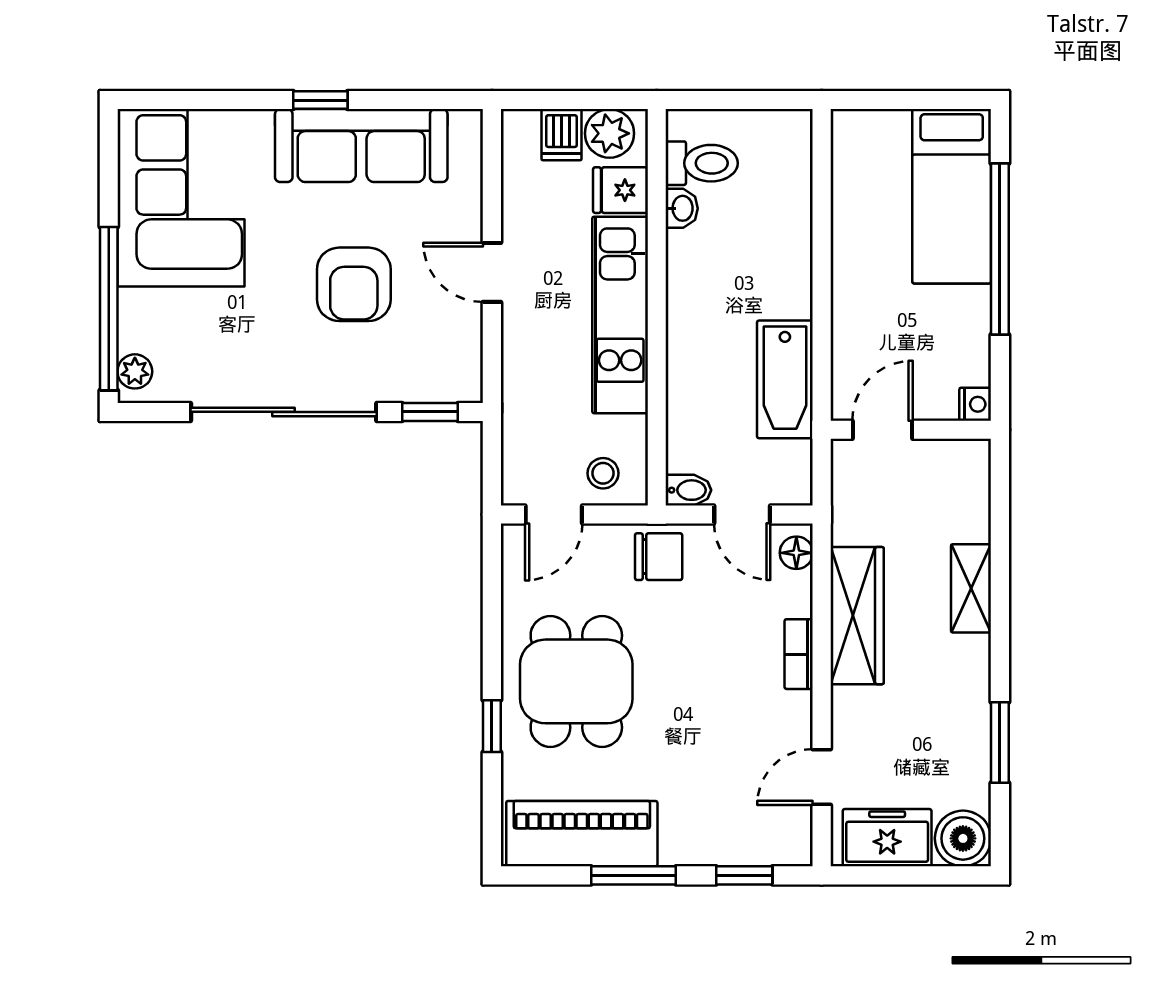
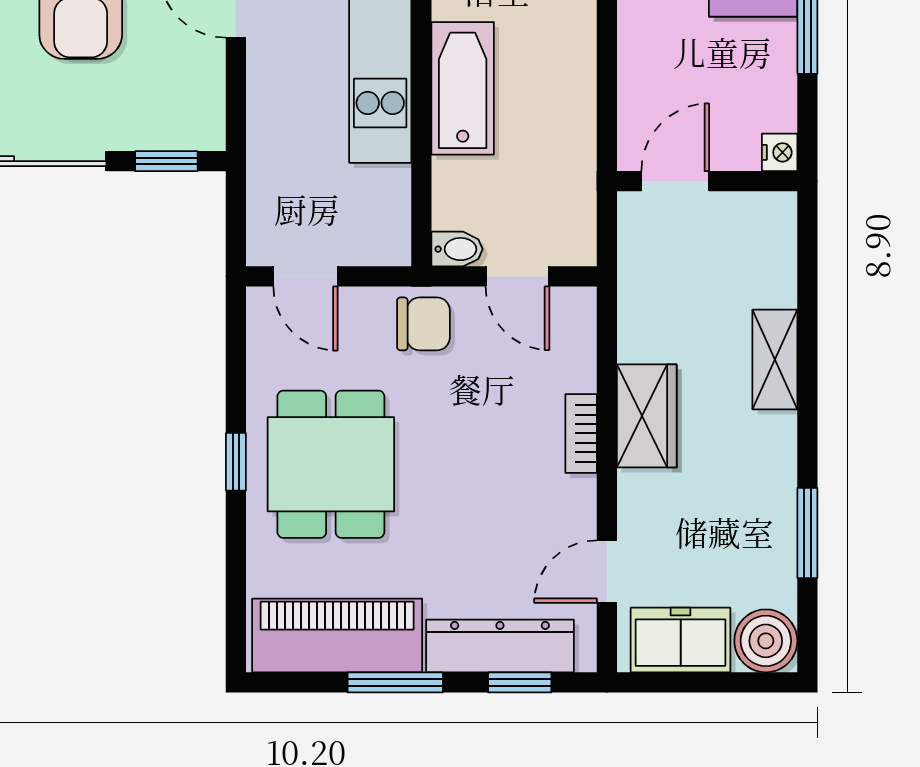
bathtub: (785, 379) -> (463, 88), moved, turned 180
stool: (603, 473) -> (361, 230), removed
door: (554, 514) -> (305, 276), hinge flipped
floor lamp: (796, 553) -> (578, 320), removed
wardrobe: (857, 616) -> (647, 416), width x0.67
window: (492, 726) -> (236, 462), moved
dresser: (727, 843) -> (500, 646), added

